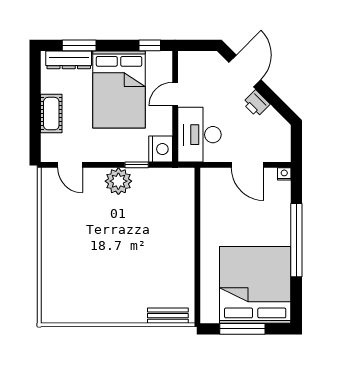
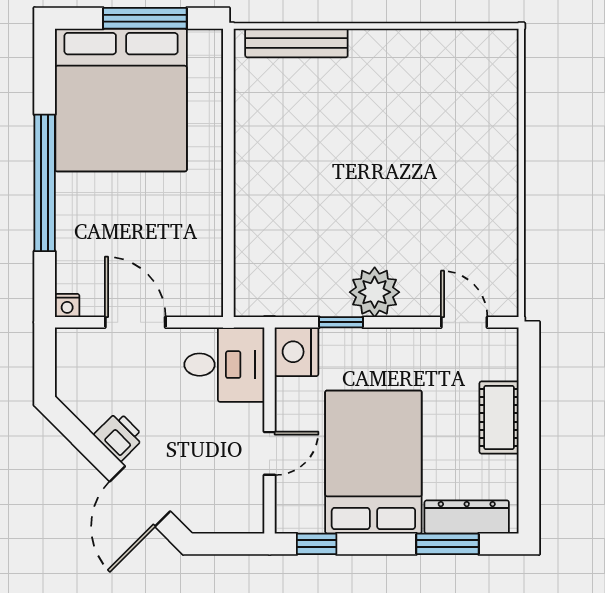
desk: (199, 135) -> (224, 365), width x0.73
bench: (168, 316) -> (296, 43), width x1.36

